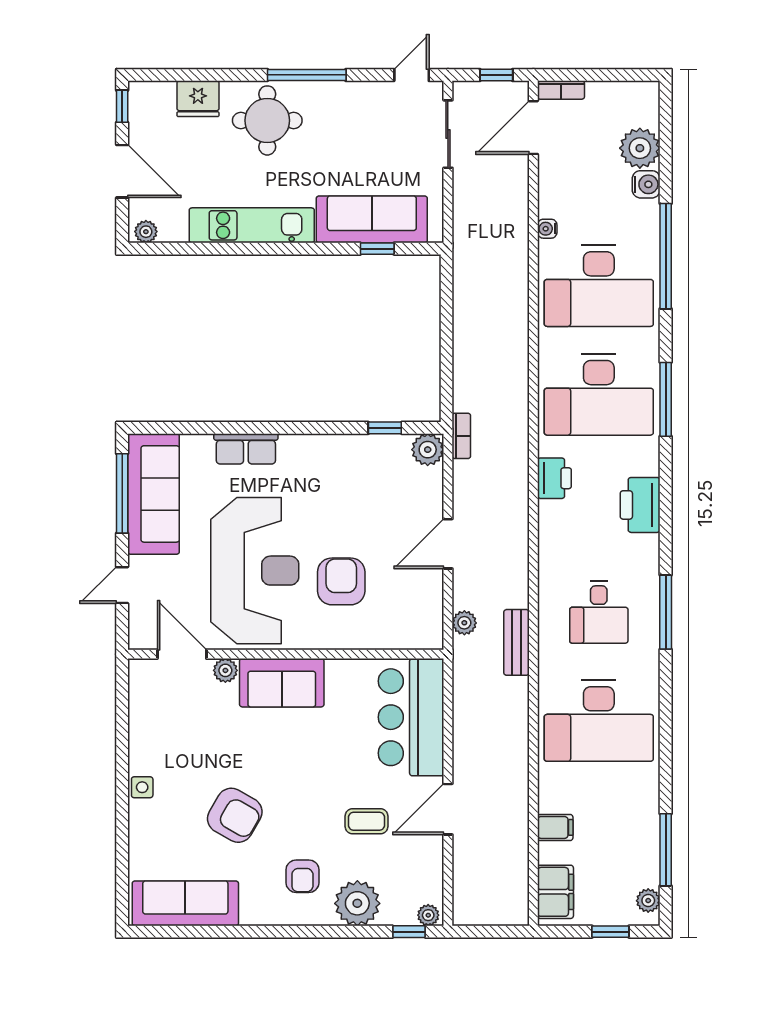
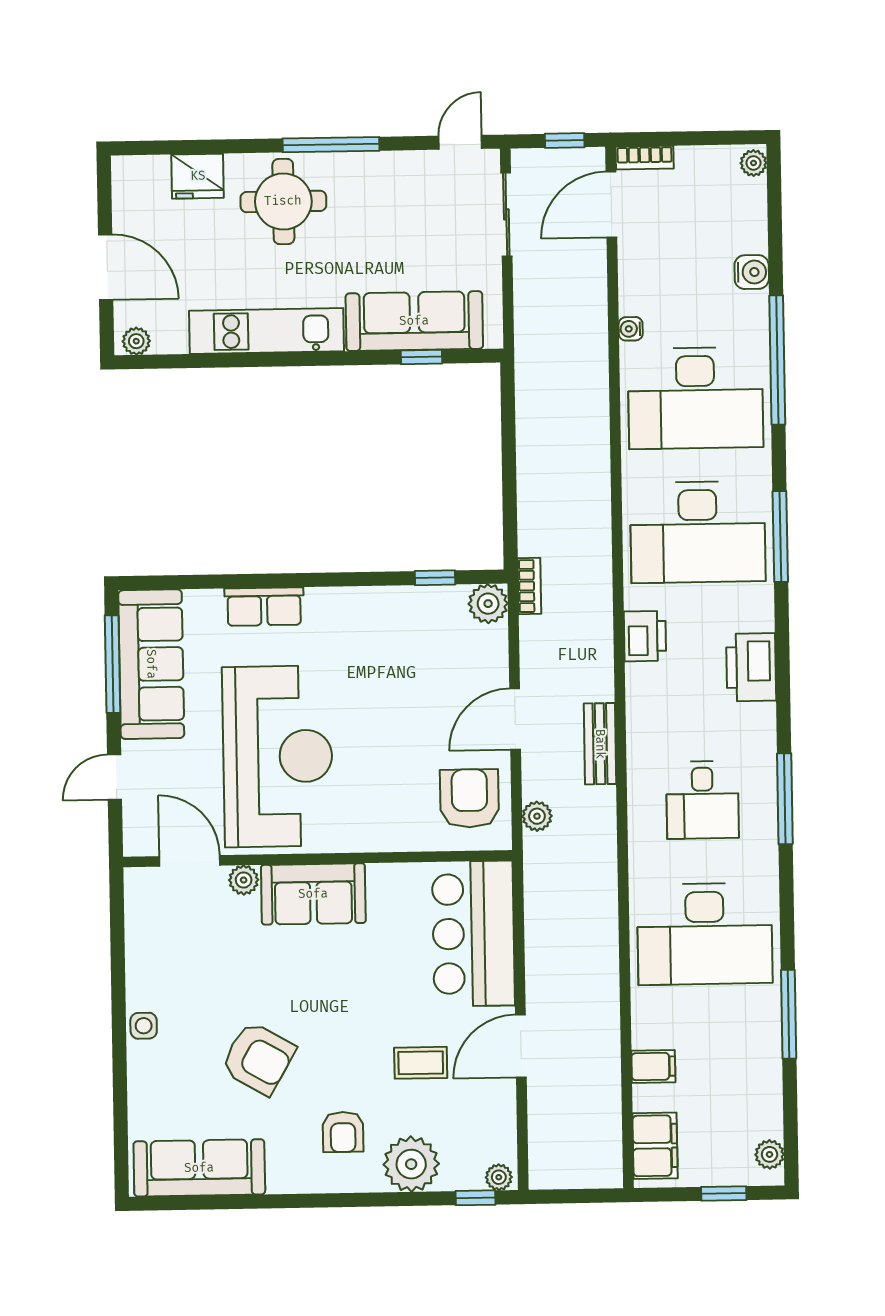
window: (122, 106) -> (104, 187), removed
plant: (640, 148) -> (754, 163), moved, width x0.53, depth x0.53
armchair: (341, 581) -> (469, 798), moved
bench: (516, 642) -> (600, 744), moved
window: (666, 850) -> (789, 1014), moved

